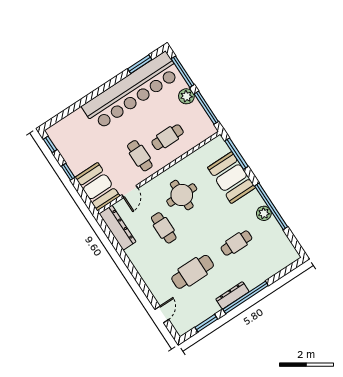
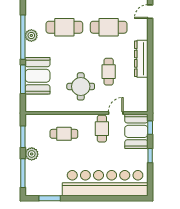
bar counter: (131, 91) -> (105, 183), moved
window: (206, 108) -> (23, 137), width x0.69
window: (50, 144) -> (150, 128), moved
window: (237, 154) -> (23, 79), moved
cafe table: (140, 156) -> (102, 129), moved
dresser: (117, 228) -> (141, 59), moved
cafe table: (236, 243) -> (64, 27), width x1.37, depth x1.35

